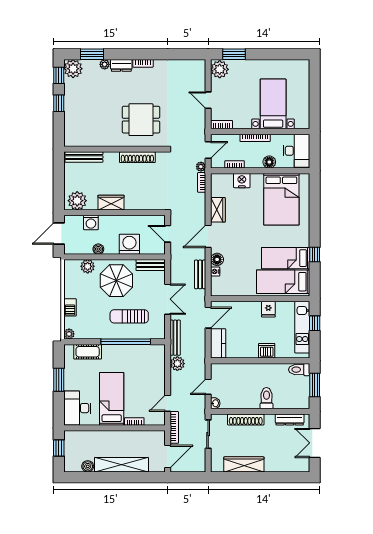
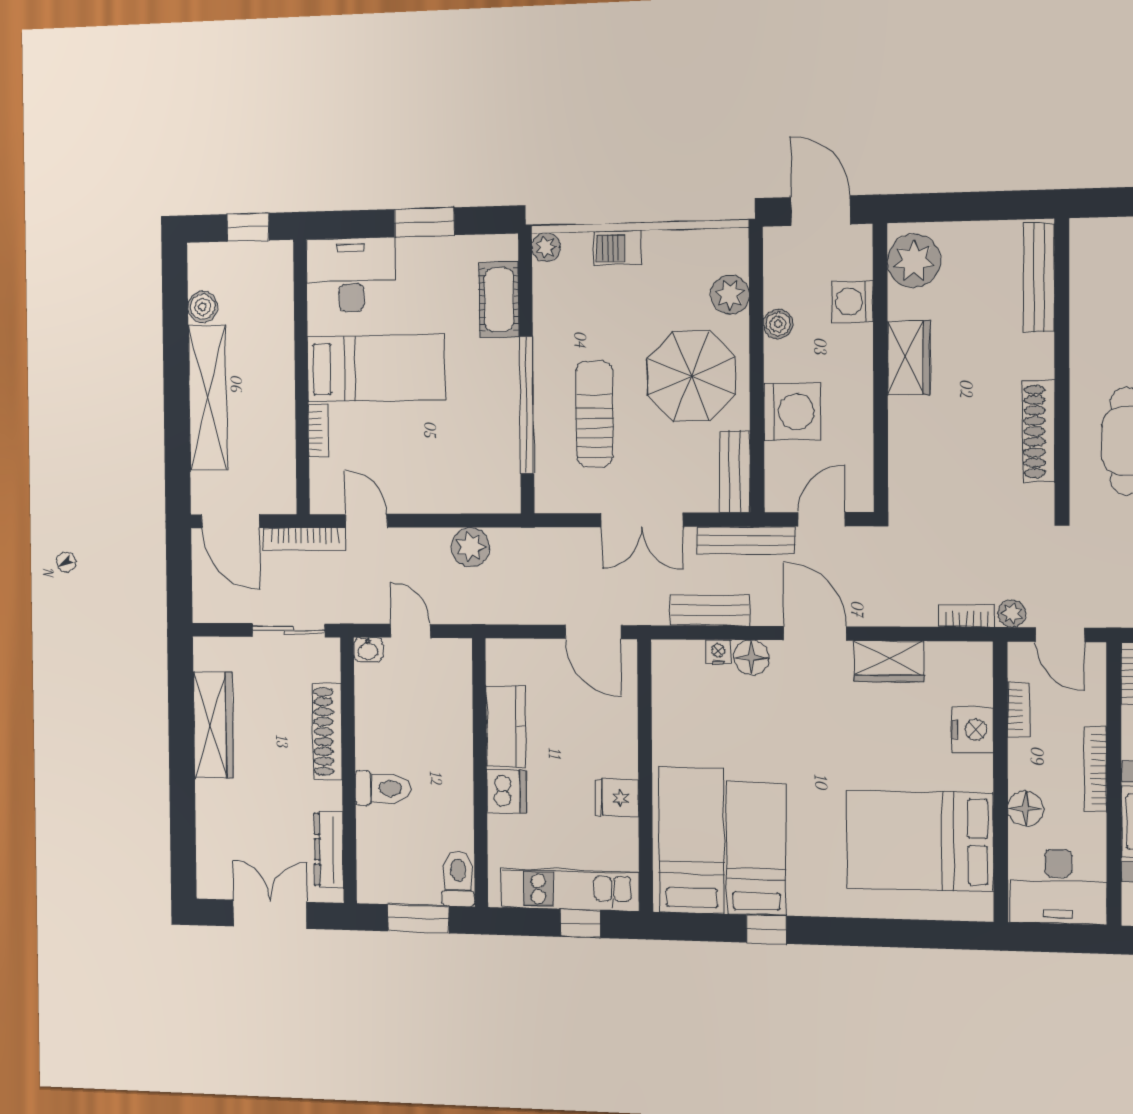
bench: (175, 338) -> (746, 541), moved
kitchen counter: (218, 343) -> (506, 726), moved, turned -90

